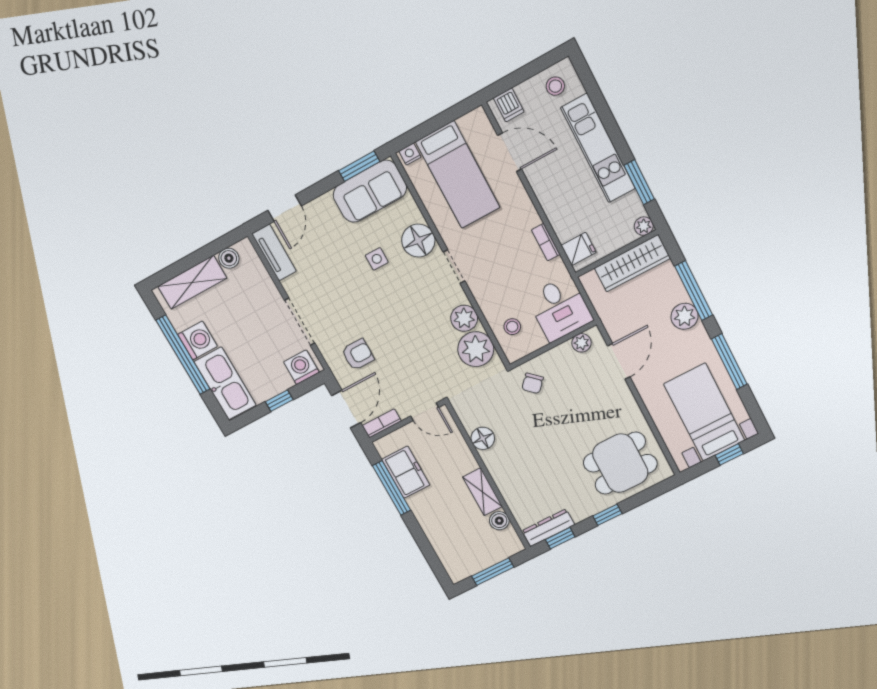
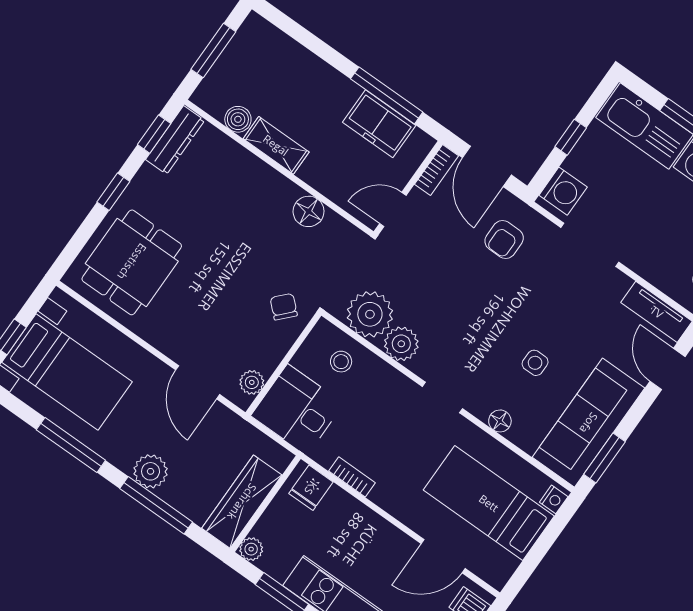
sofa: (370, 191) -> (589, 423), width x1.36
floor lamp: (418, 241) -> (500, 421), width x0.53, depth x0.53

